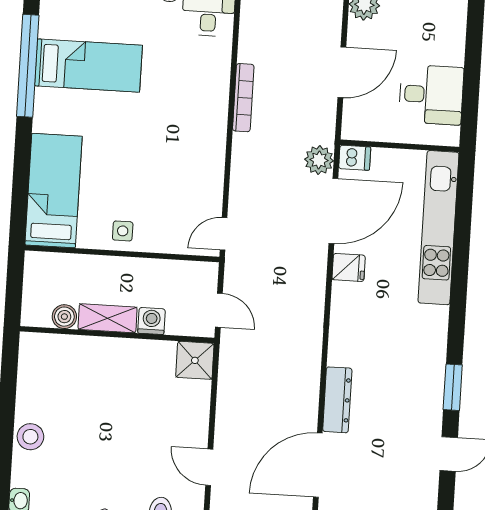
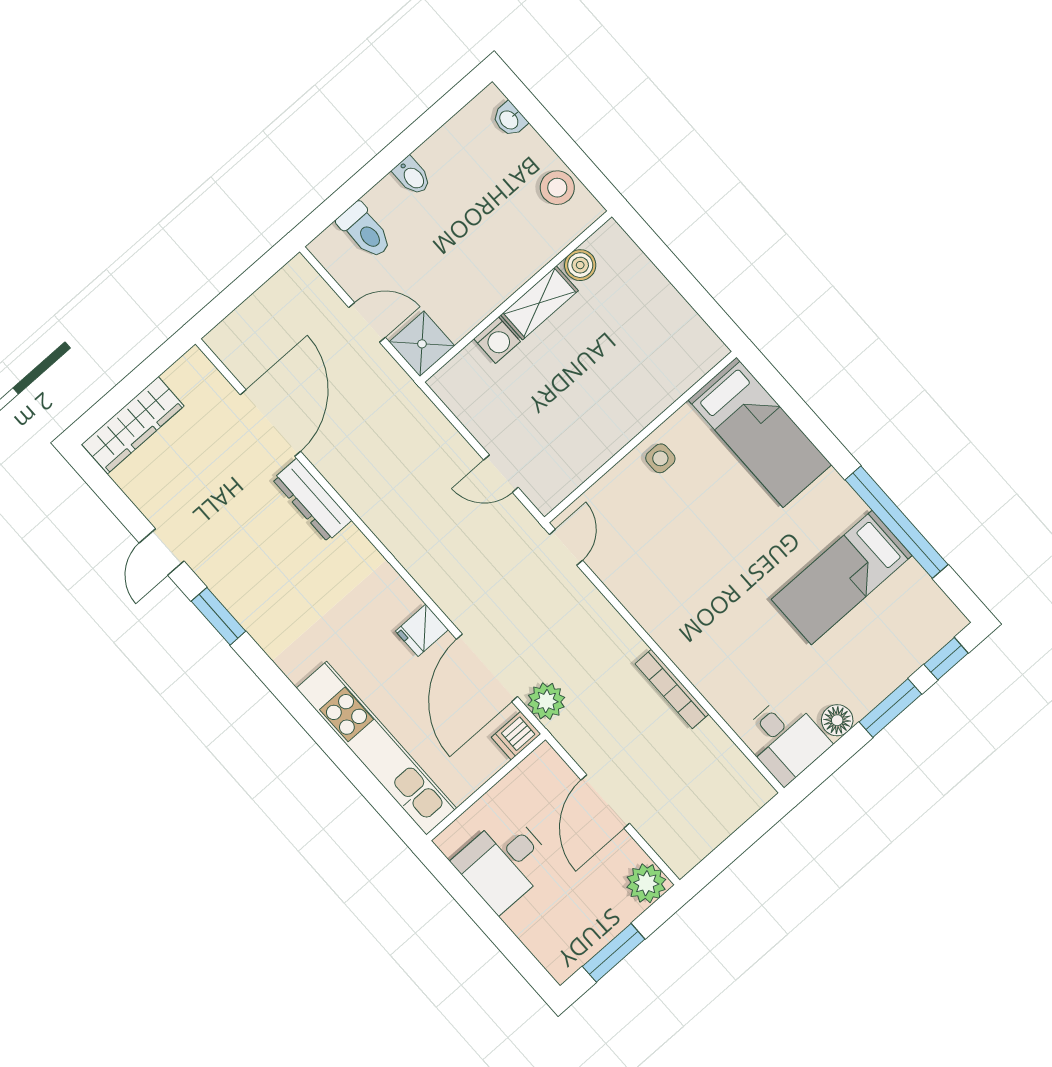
boiler: (64, 317) -> (580, 265), moved
shelving: (108, 318) -> (539, 303), moved
washing machine: (151, 321) -> (497, 340), moved
wall: (117, 335) -> (516, 297), moved
shower: (195, 360) -> (422, 344), moved

